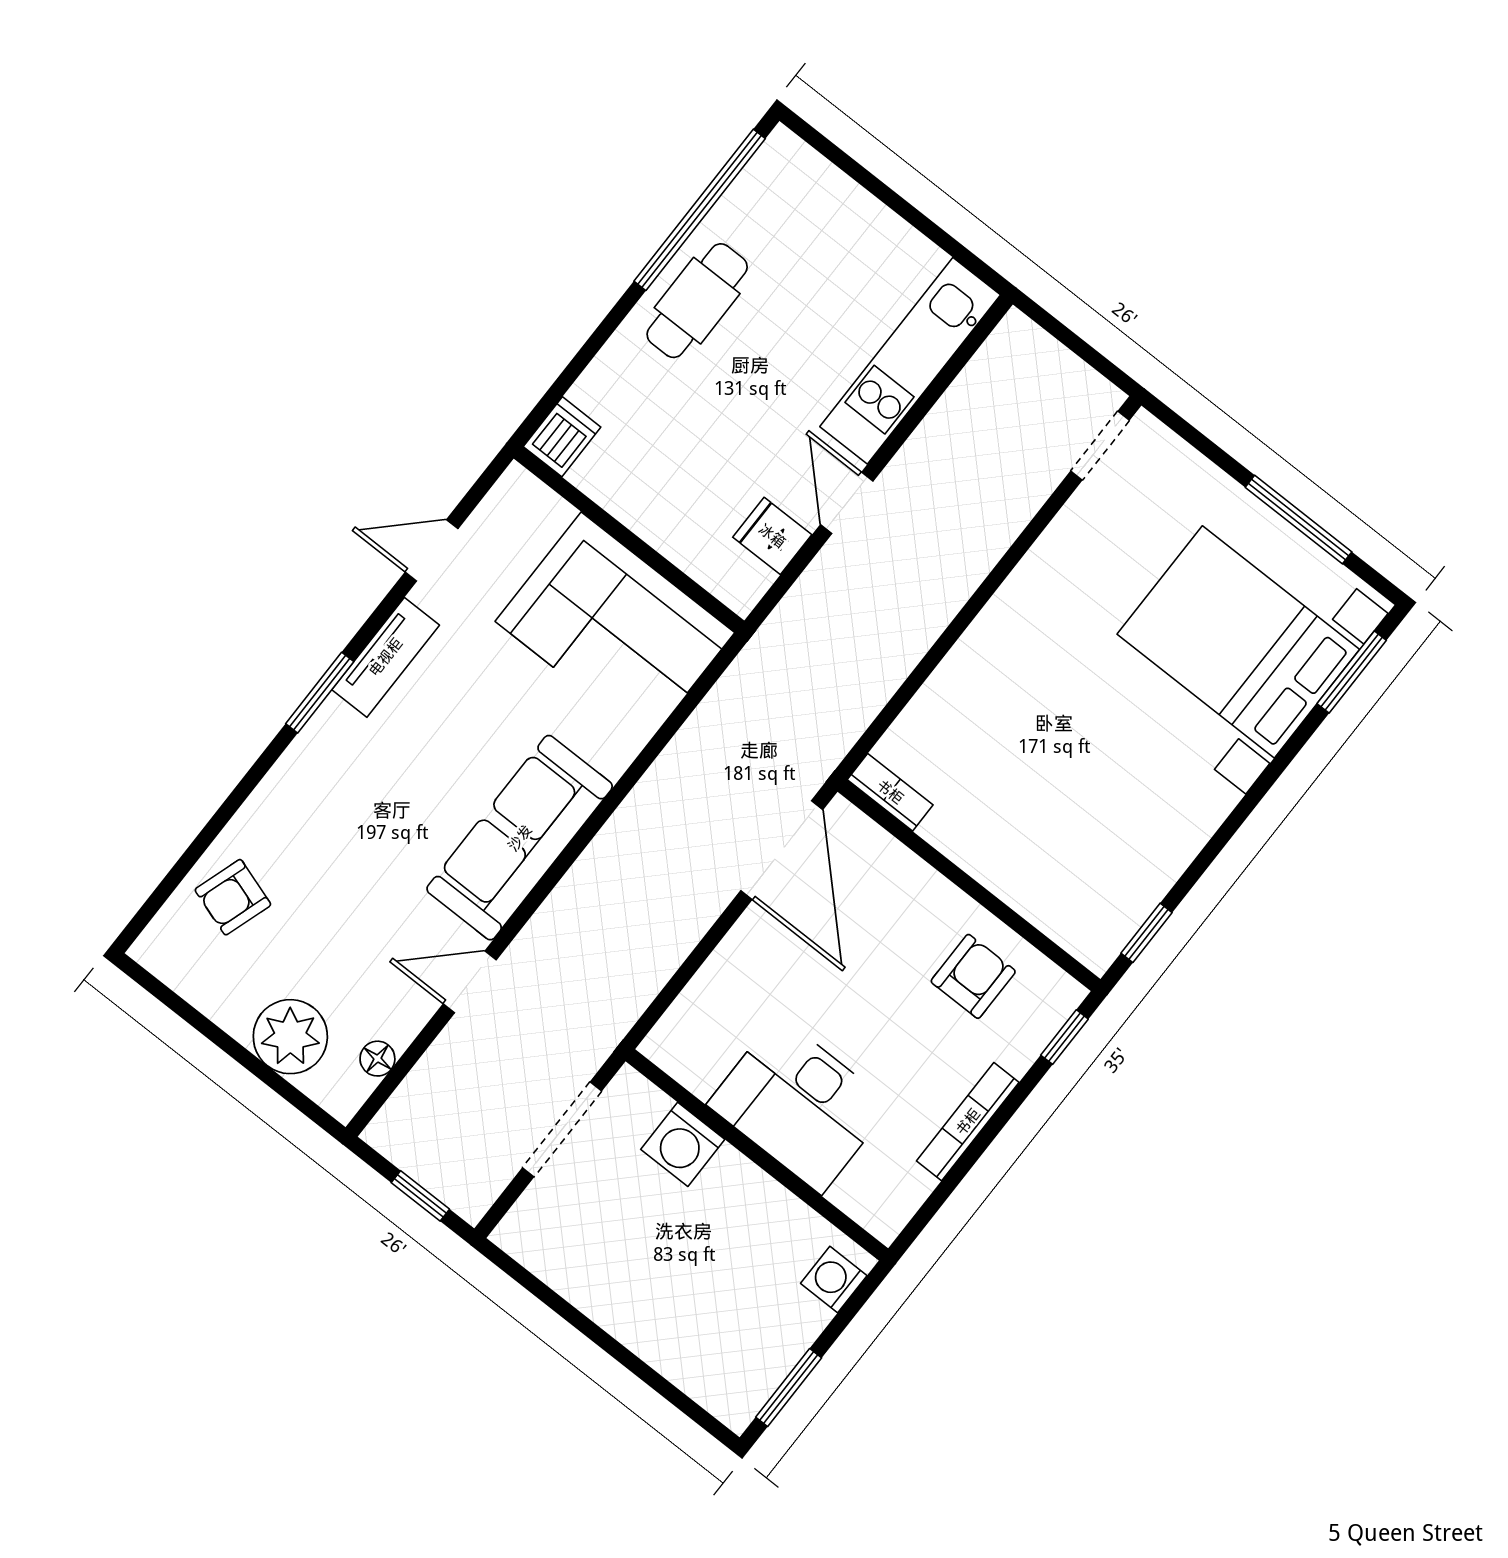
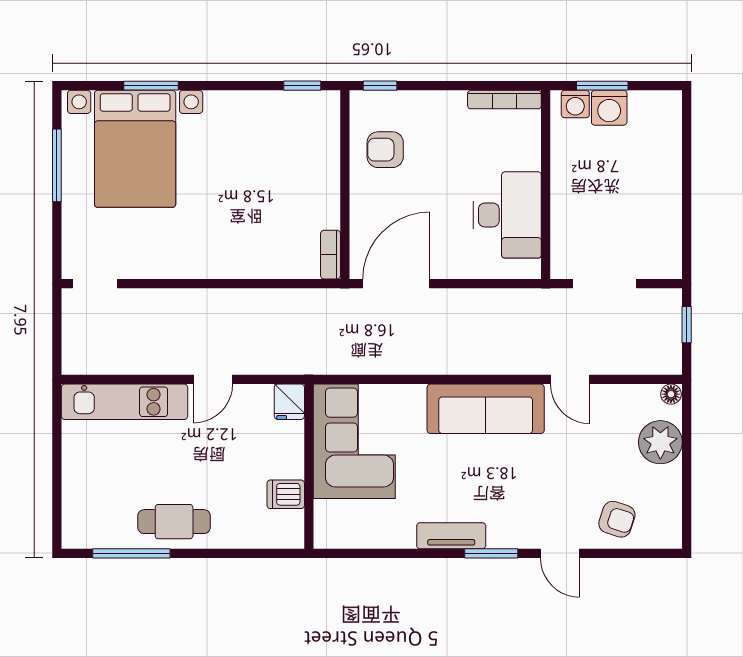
window: (700, 210) -> (131, 553), width x0.68
dishwasher: (562, 437) -> (286, 494), moved
fridge: (772, 536) -> (289, 402), moved
door: (432, 550) -> (560, 553), moved
window: (1352, 672) -> (151, 86), moved
floor lamp: (377, 1059) -> (671, 394), moved
desk: (799, 1105) -> (507, 215), moved
bookcase: (968, 1122) -> (504, 100), moved
washing machine: (683, 1144) -> (609, 108), moved, turned 90
window: (789, 1388) -> (602, 86), moved

